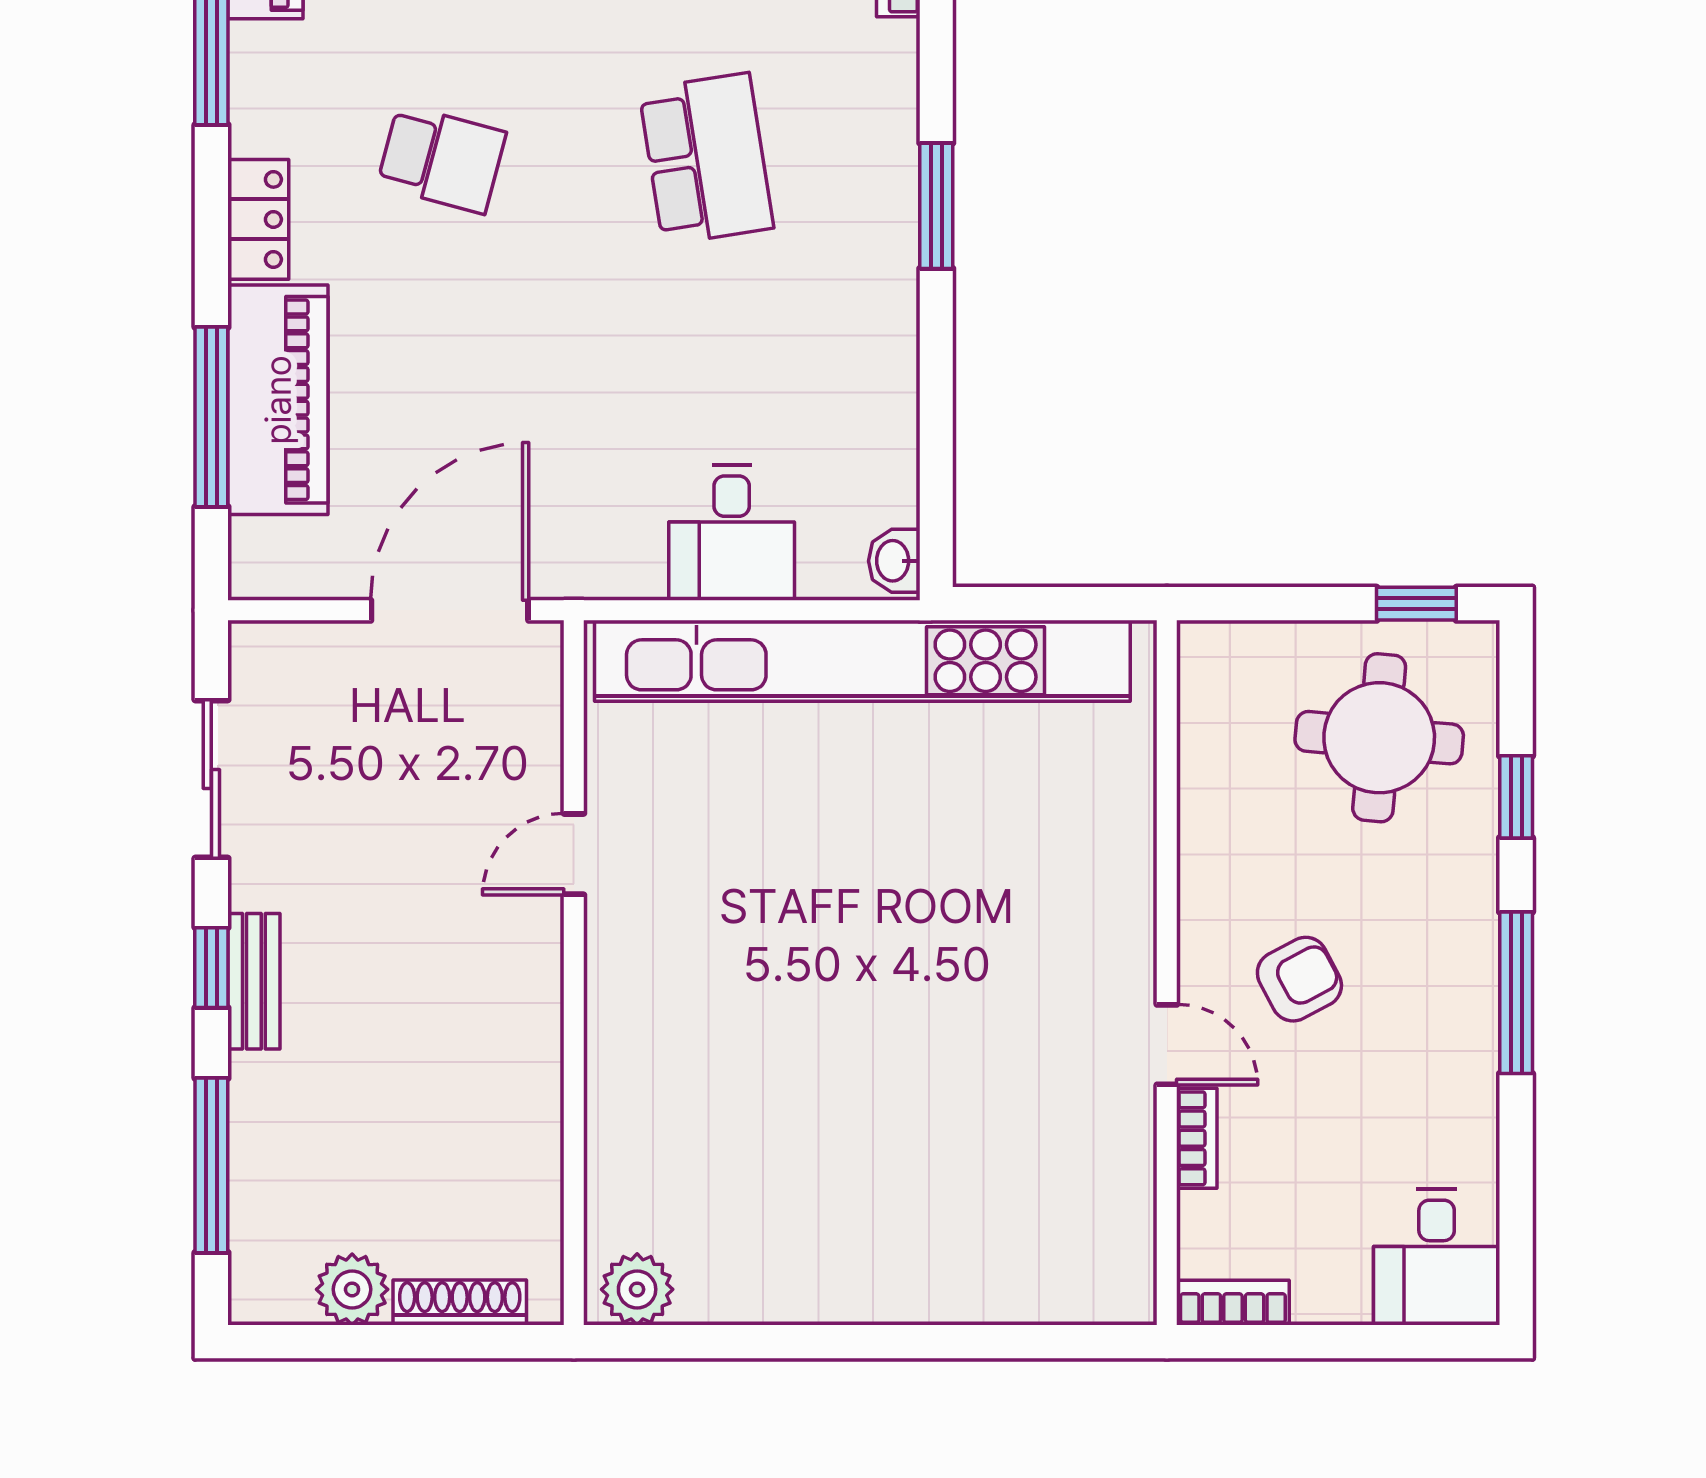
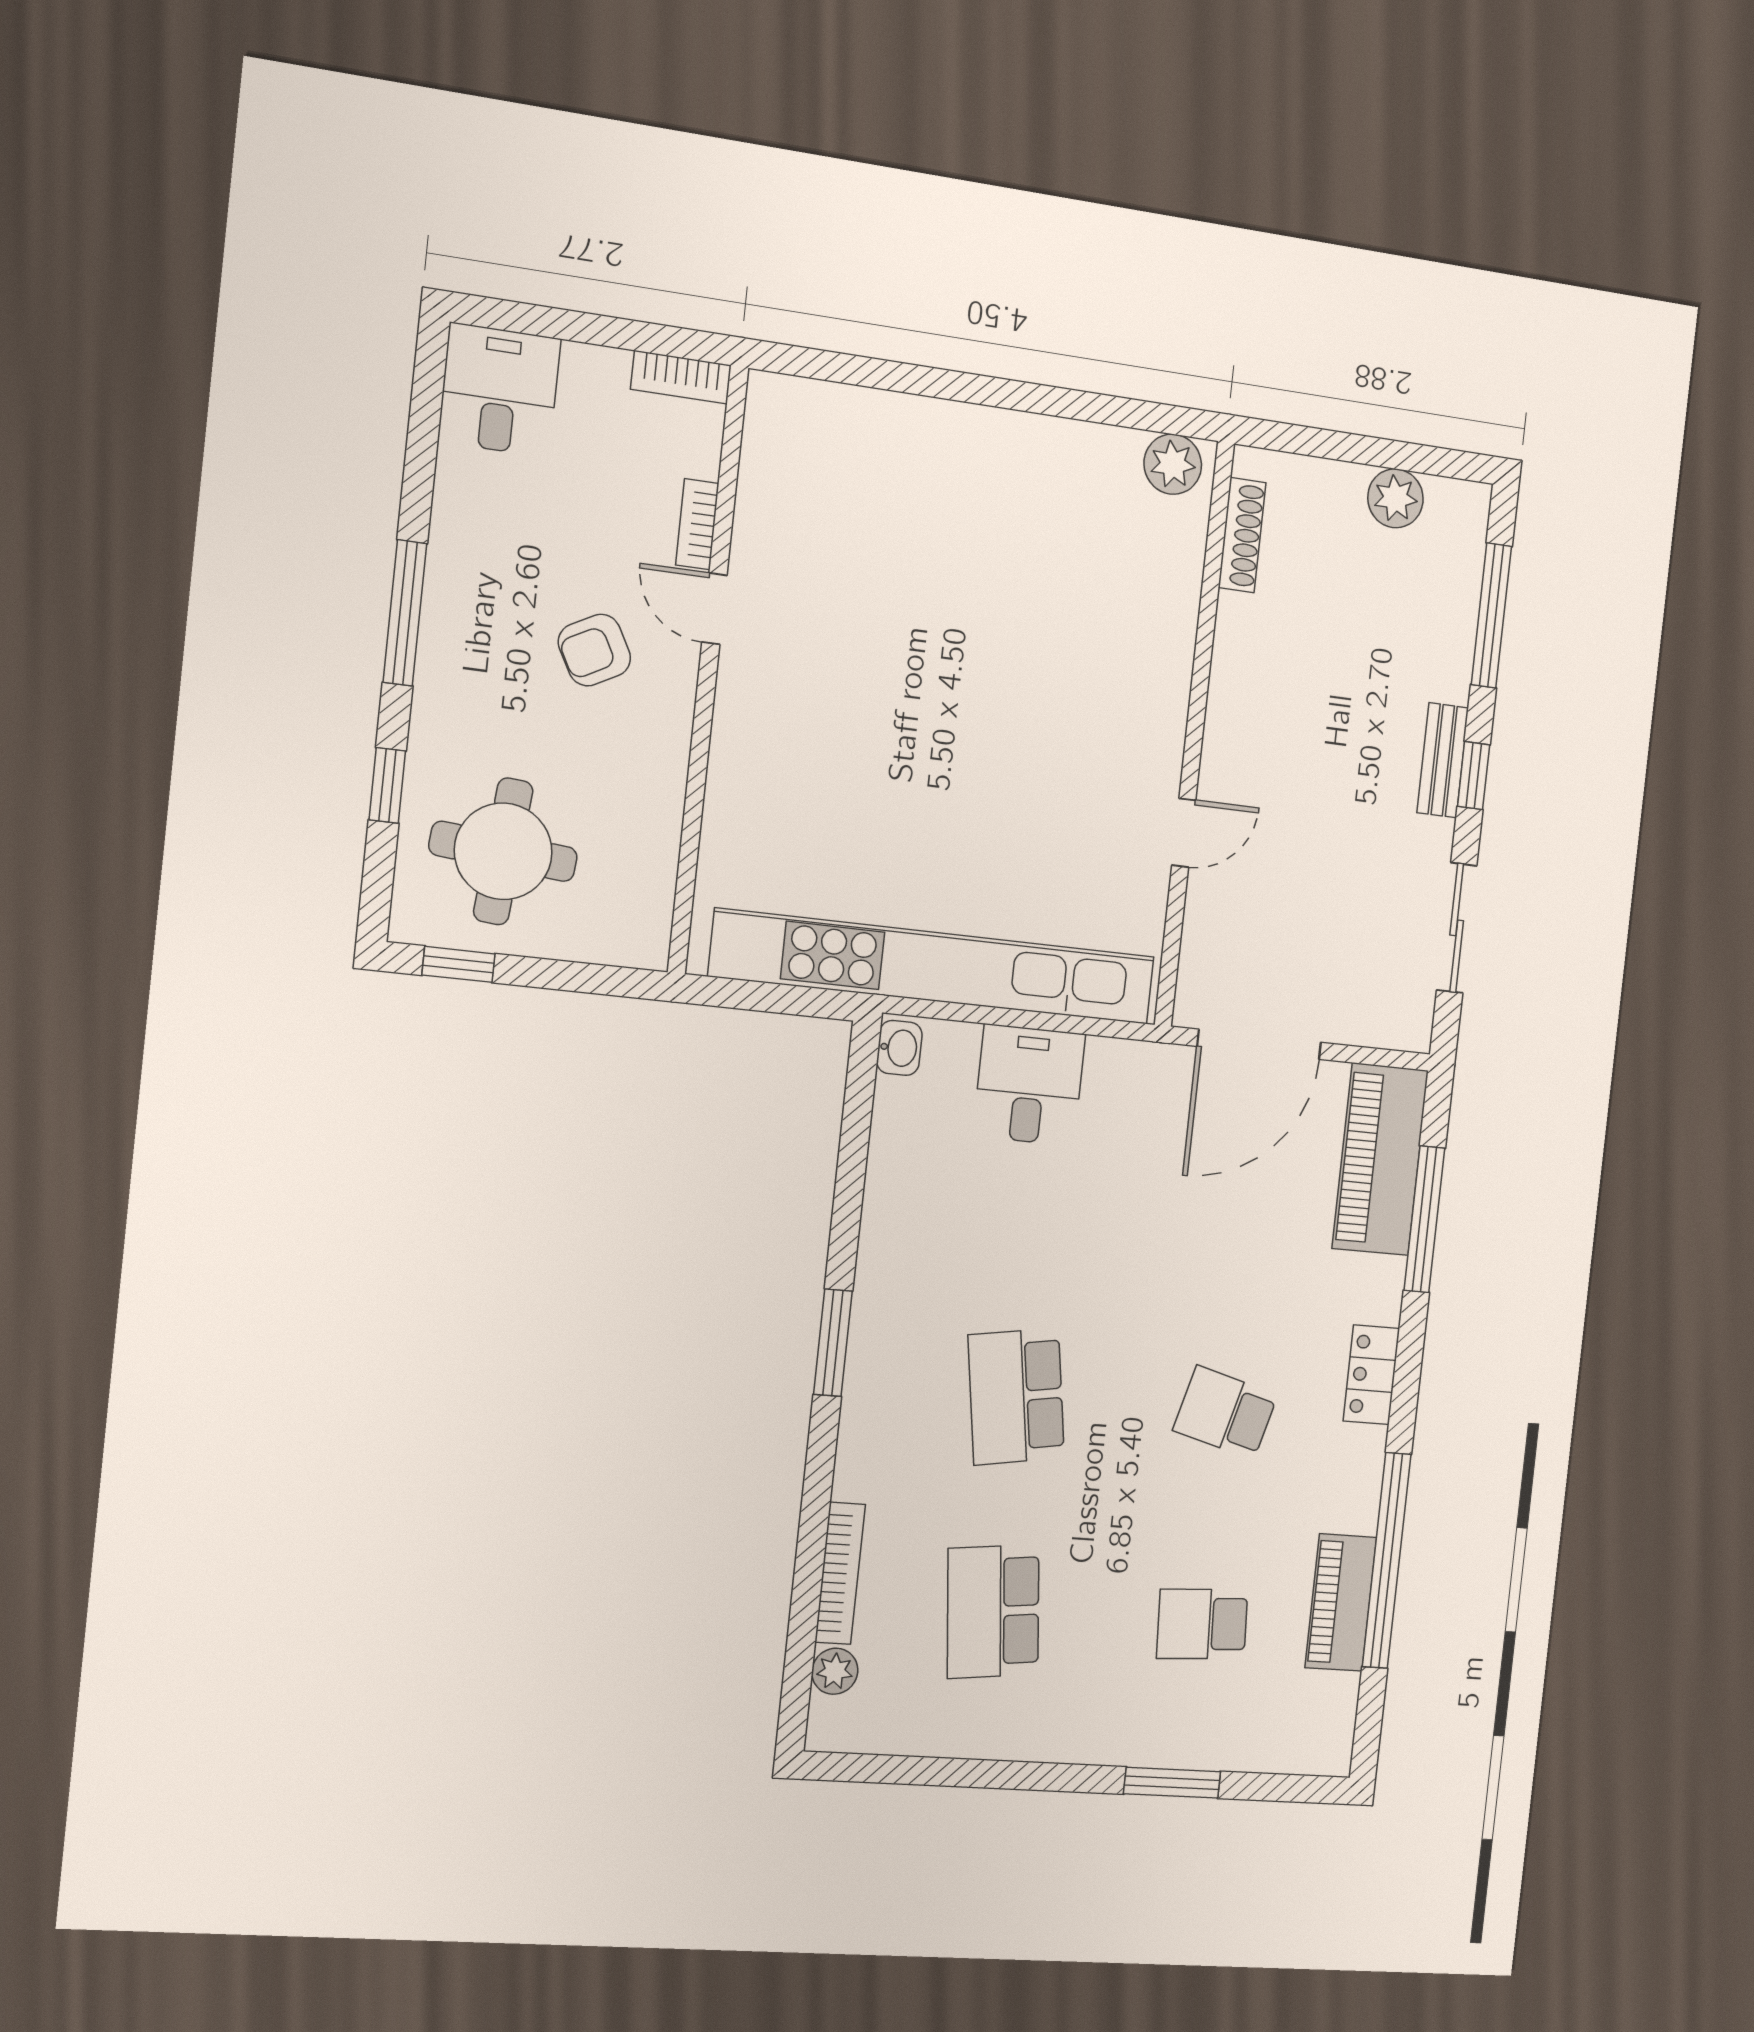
piano: (278, 400) -> (1380, 1159), moved
shoe rack: (460, 1303) -> (1242, 535), moved, turned -90

